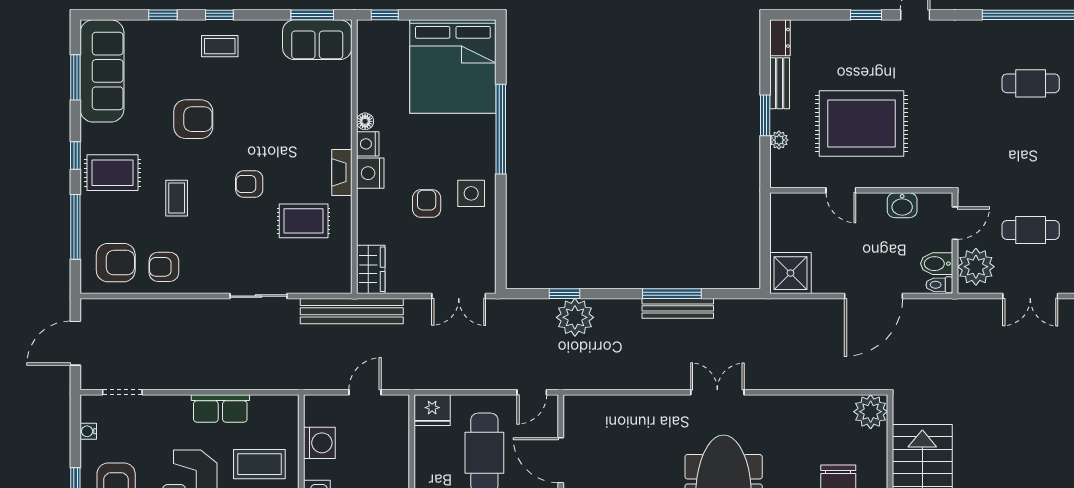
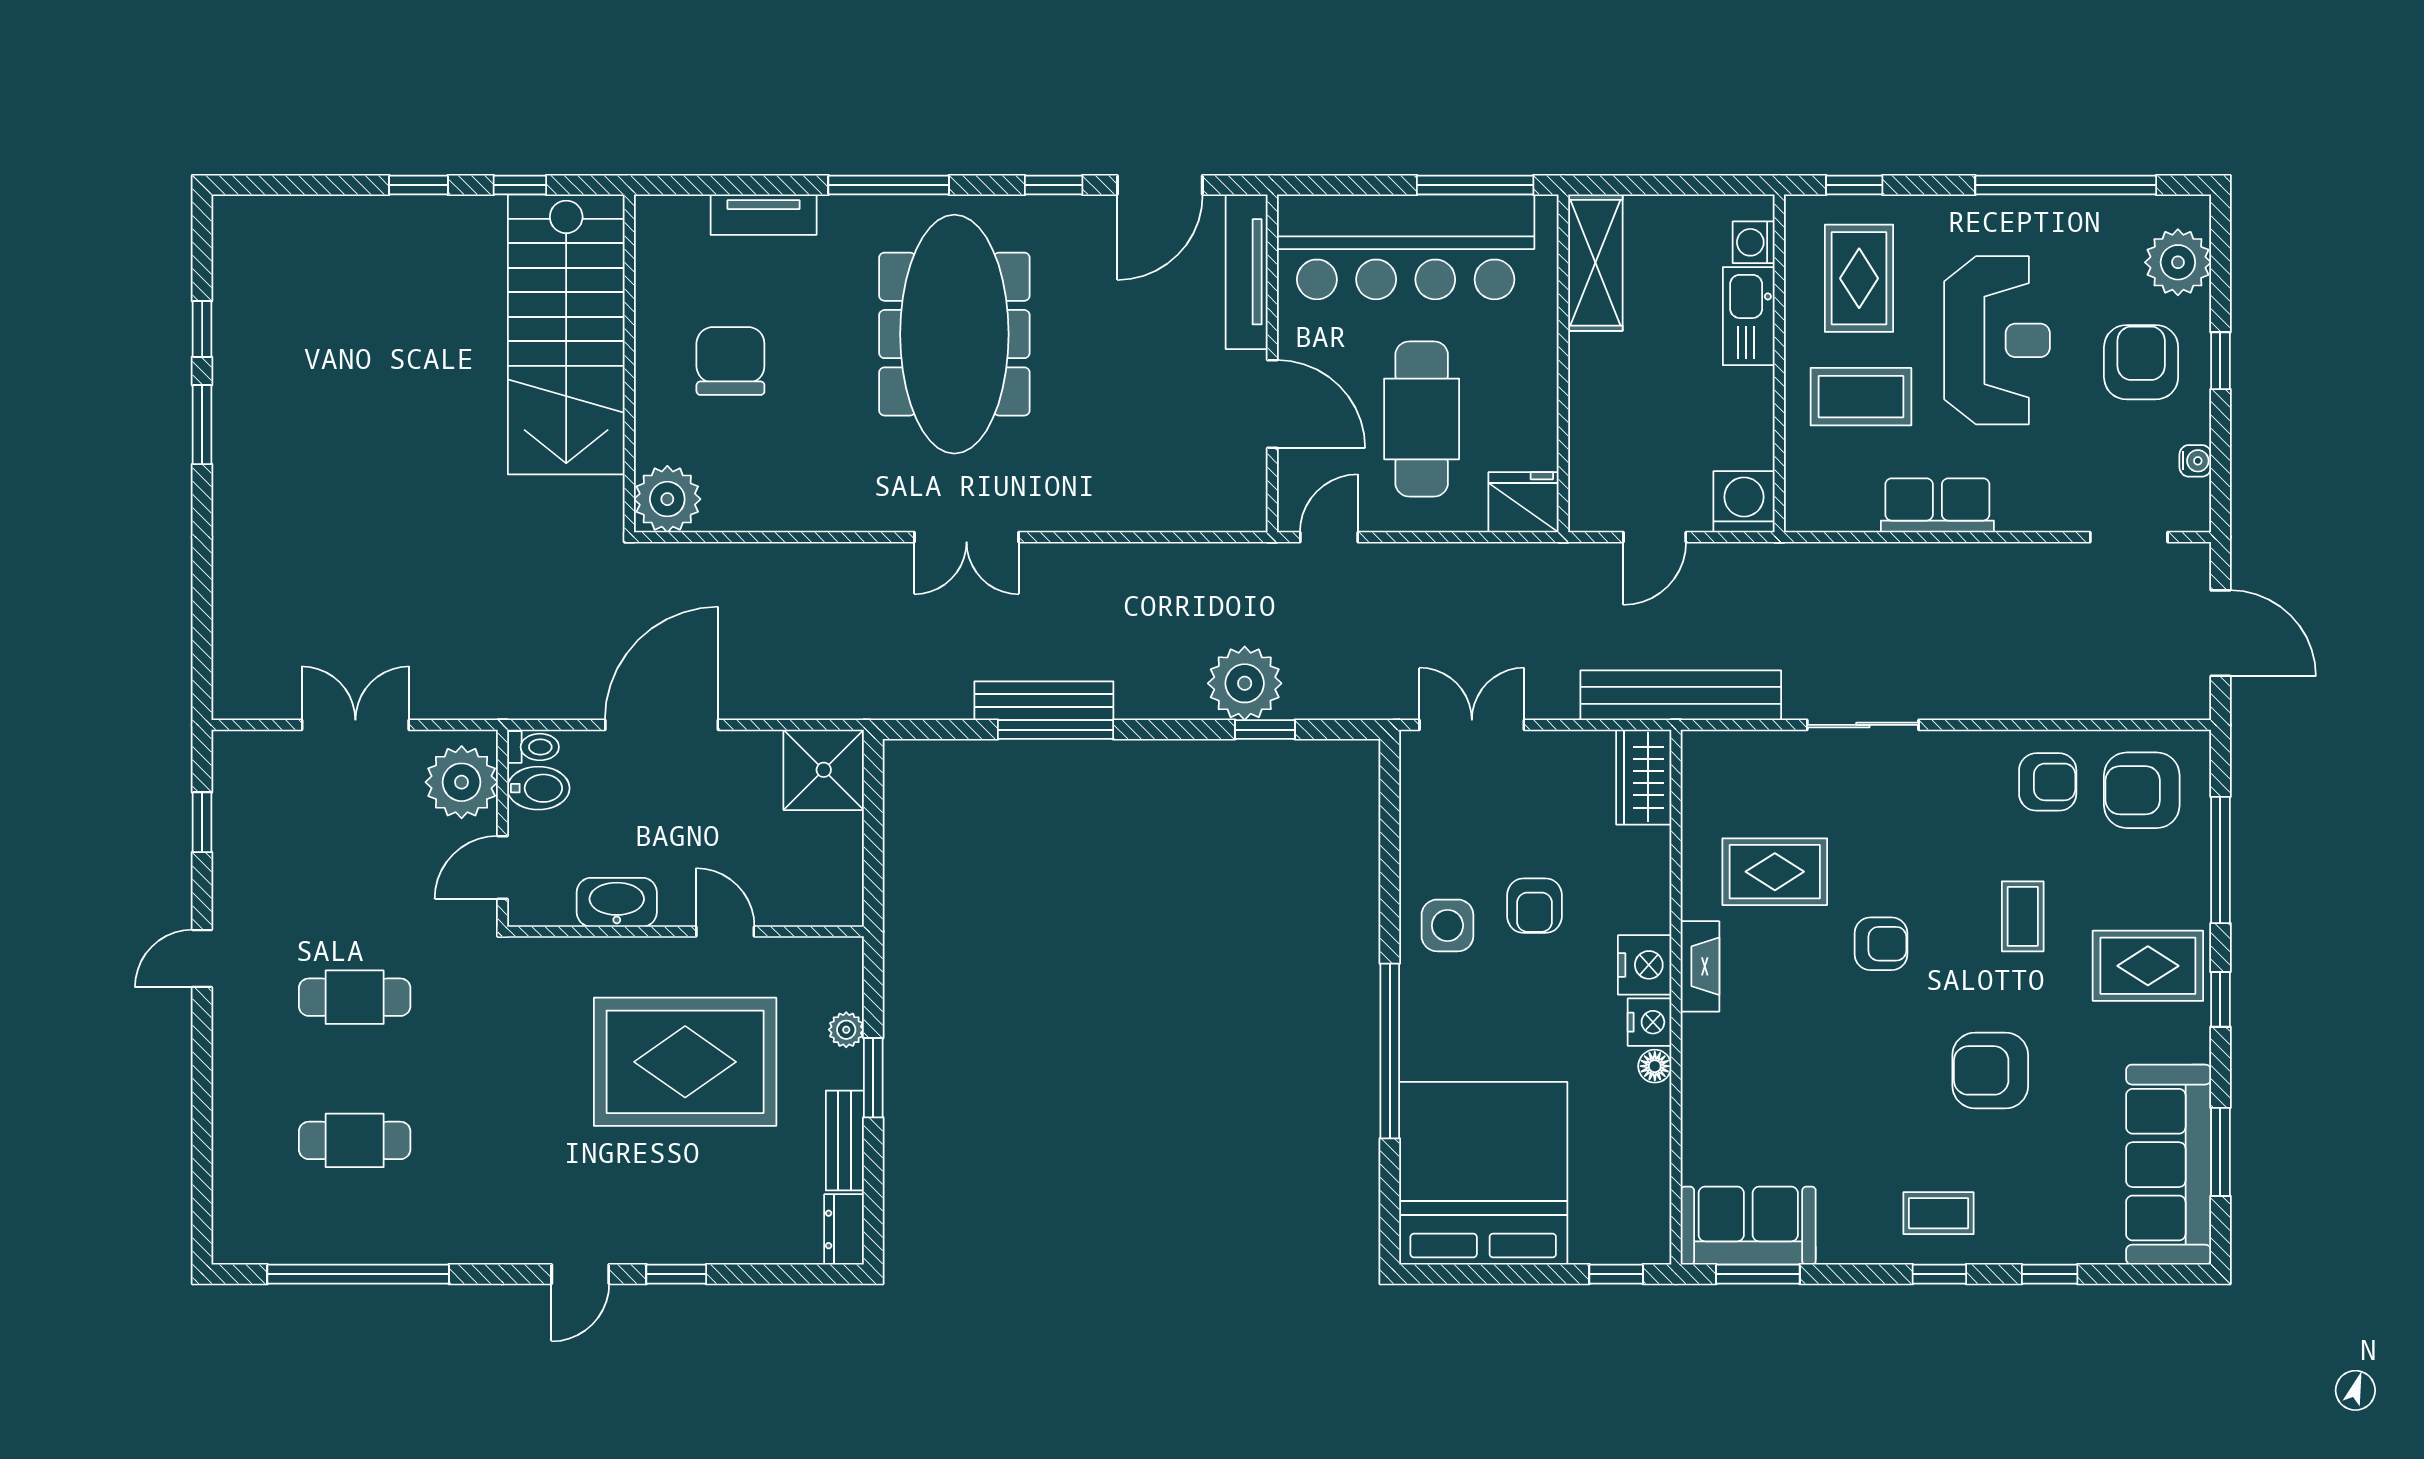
washbasin: (902, 205) -> (617, 902), width x1.38
cafe table: (1031, 230) -> (355, 997), moved
door: (75, 343) -> (2220, 633), hinge flipped
washing machine: (319, 443) -> (1744, 502), moved, turned 90

